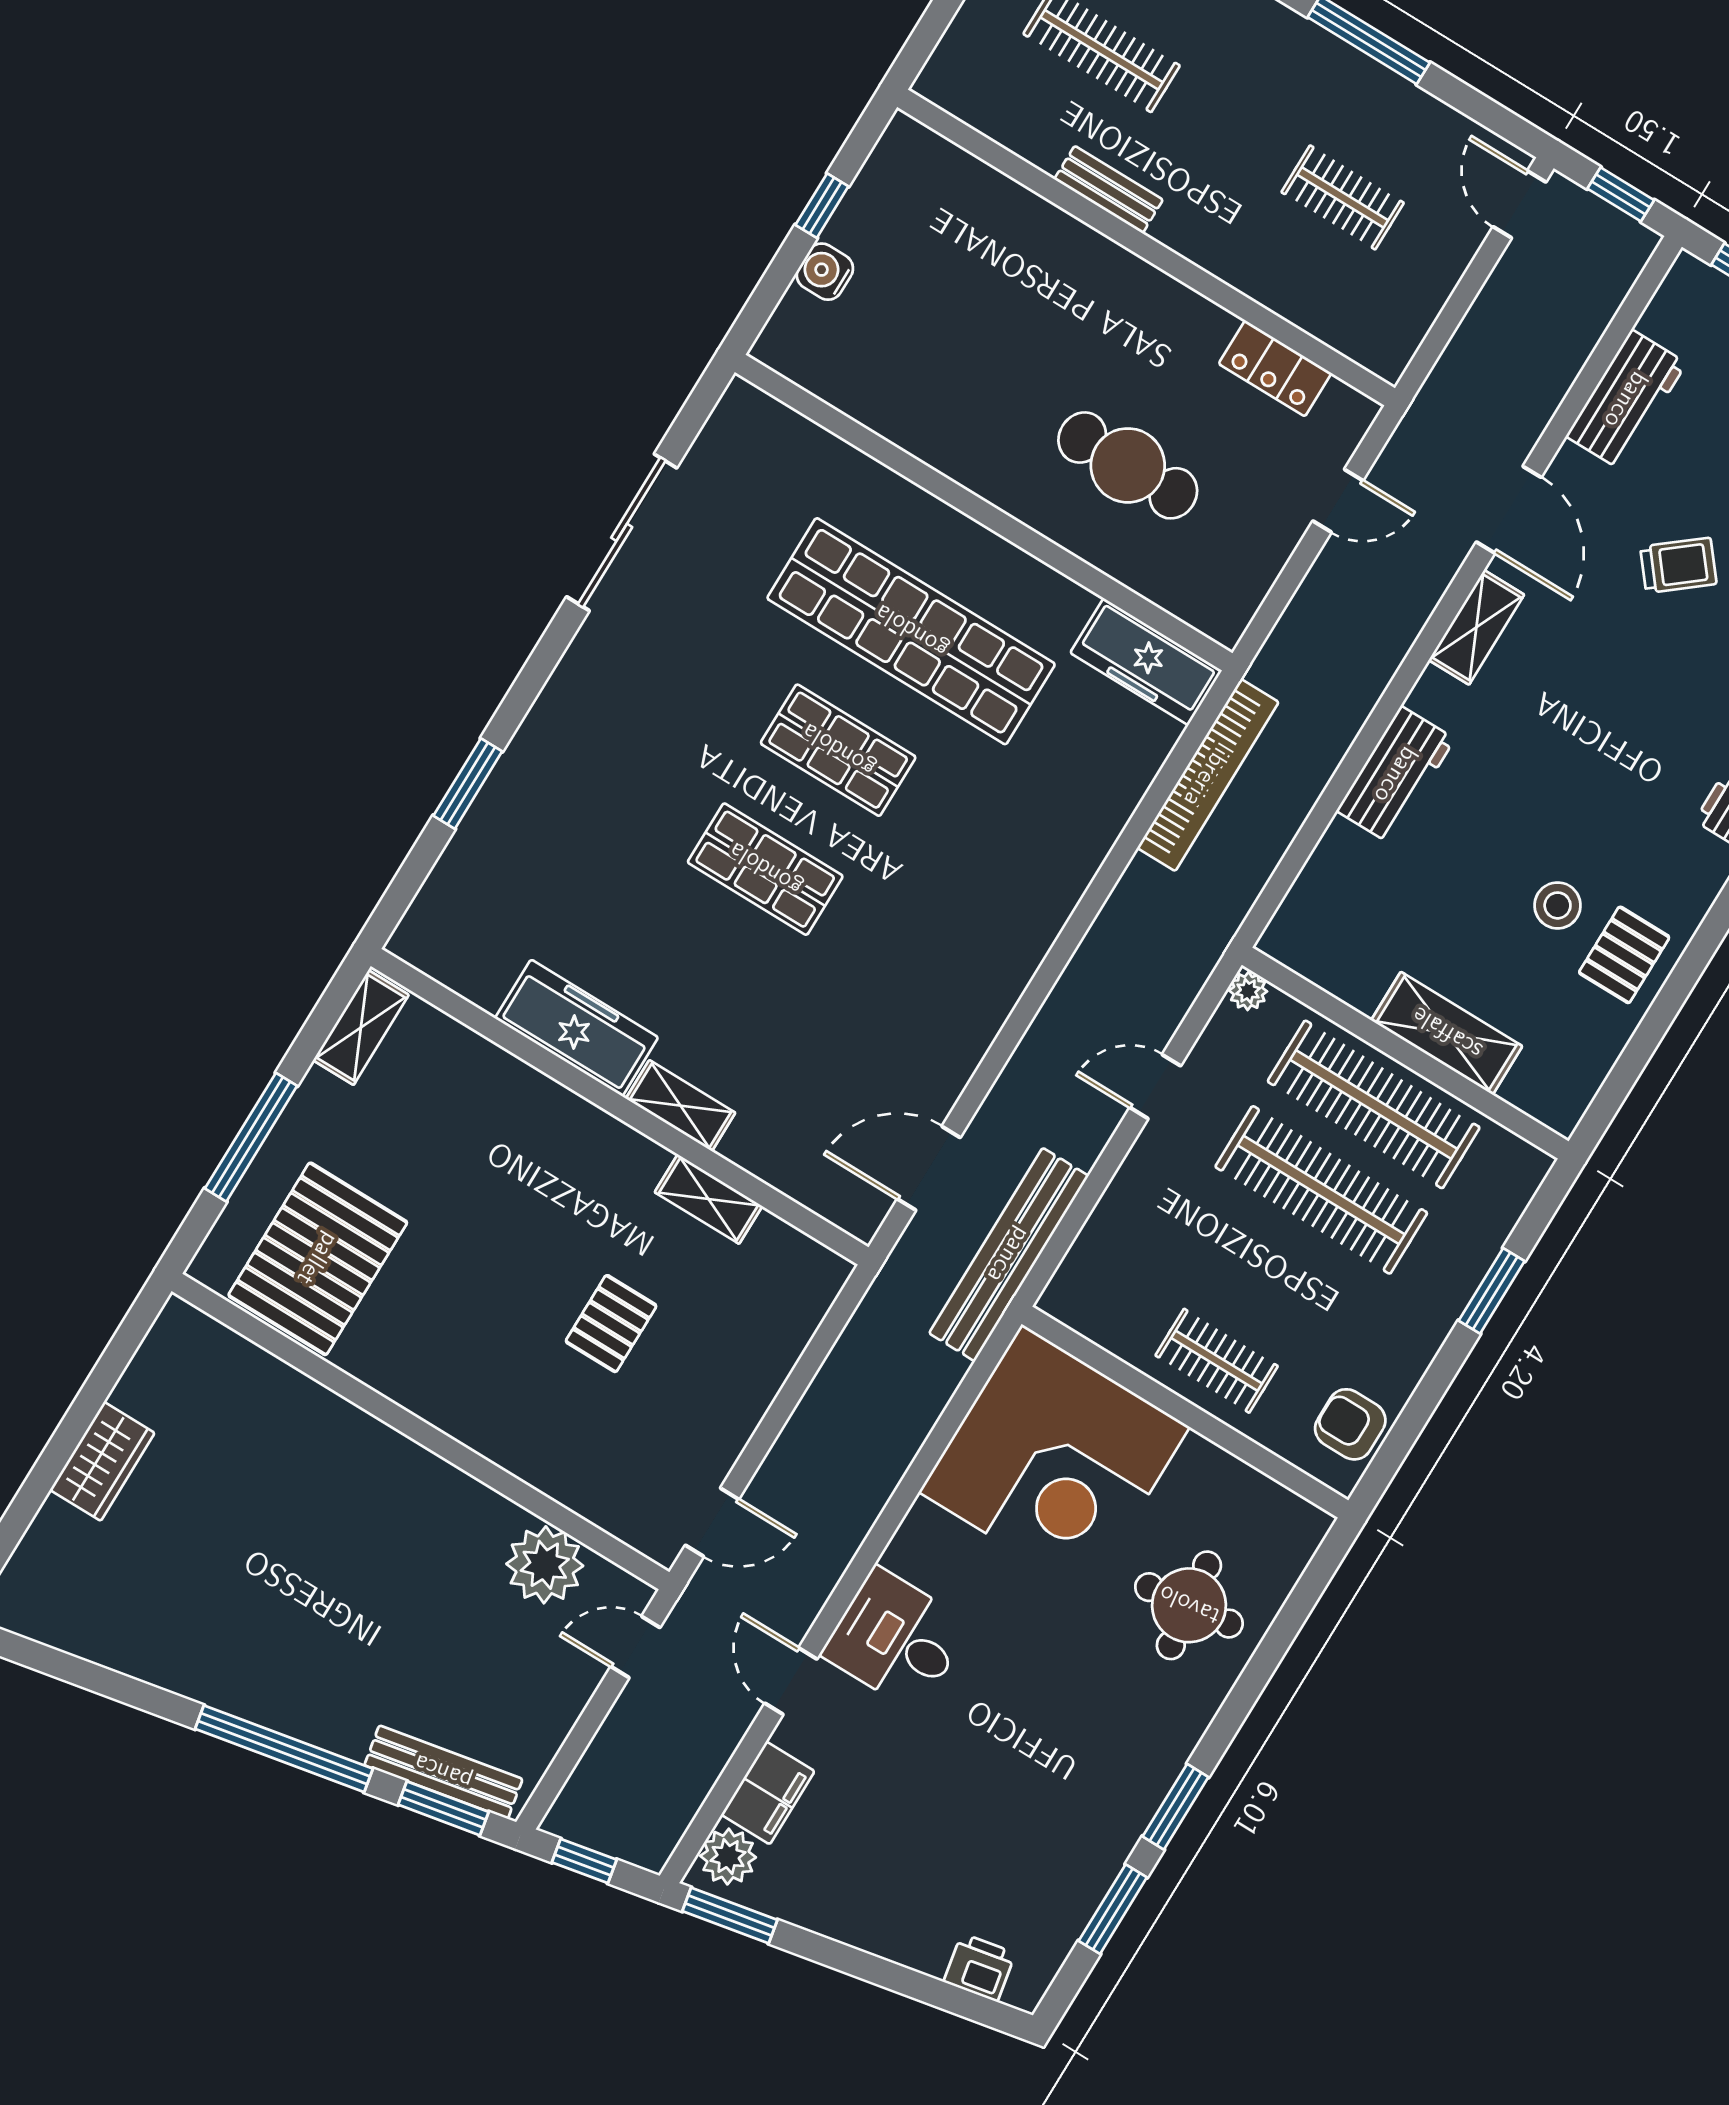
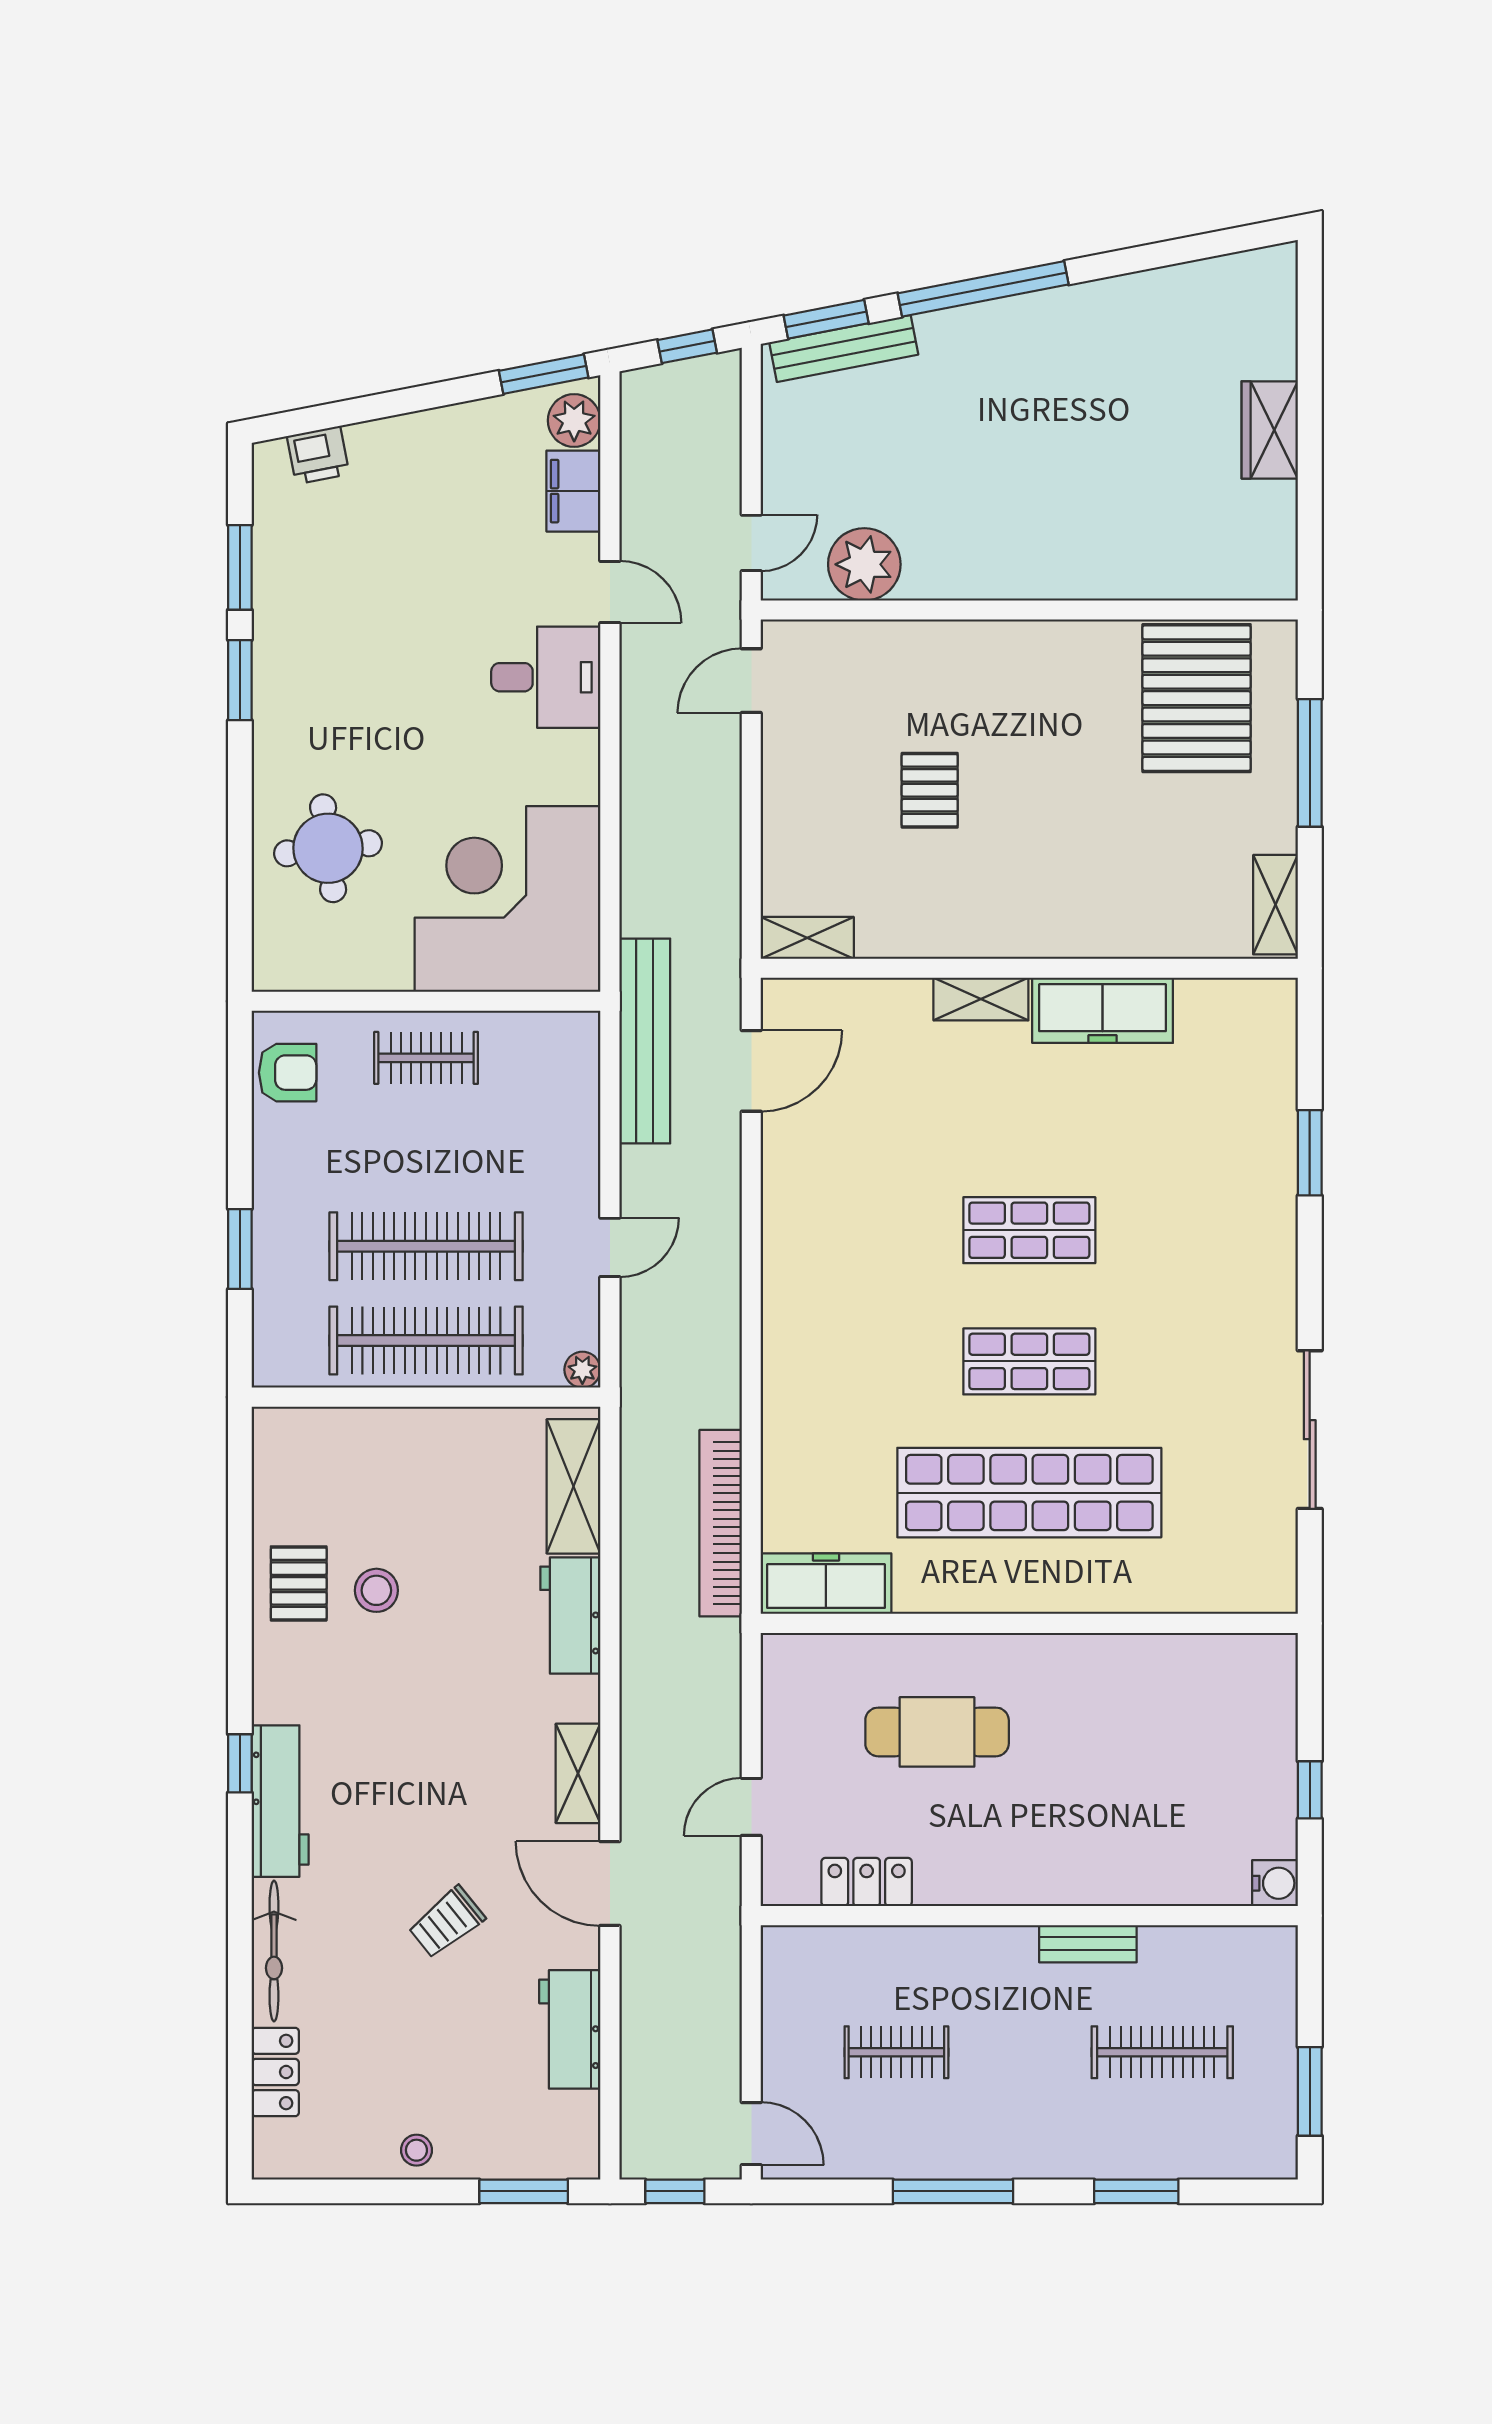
water cooler: (825, 272) -> (1275, 1883), moved
shelving: (1447, 1033) -> (574, 1486), moved, turned 90
shelving: (708, 1199) -> (807, 938), moved

